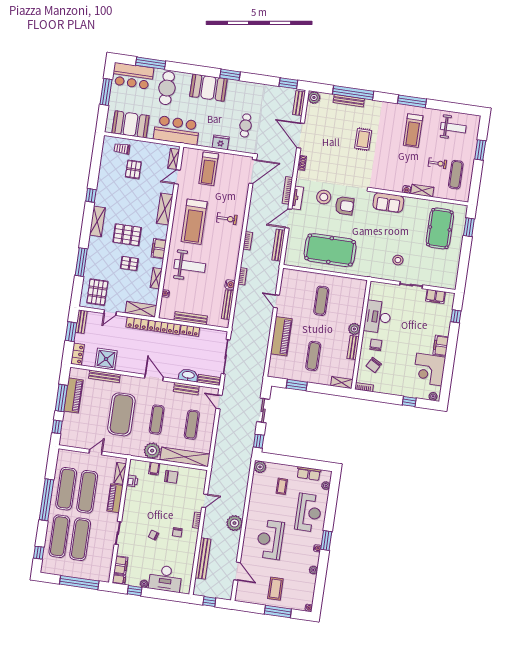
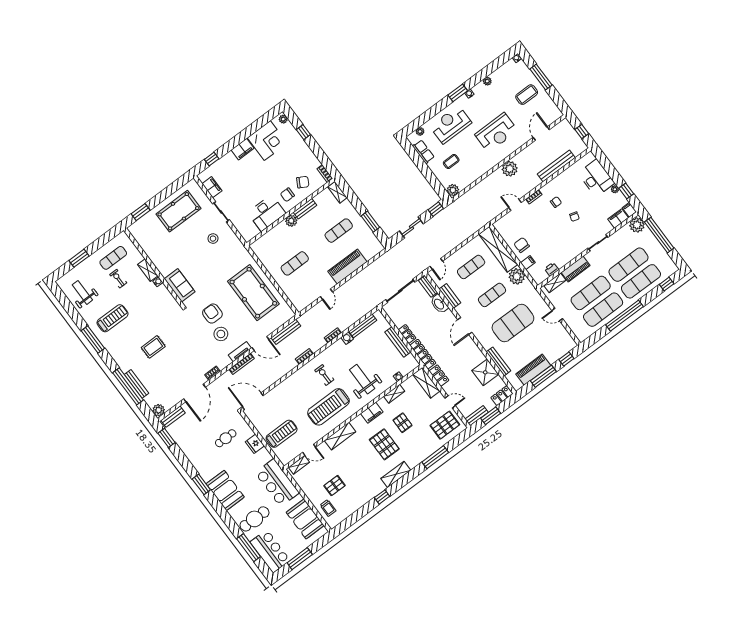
exercise bike: (227, 219) -> (324, 375), moved
treadmill: (194, 222) -> (328, 407), turned 180
pool table: (440, 228) -> (178, 211), moved
plant: (103, 574) -> (637, 225), added

